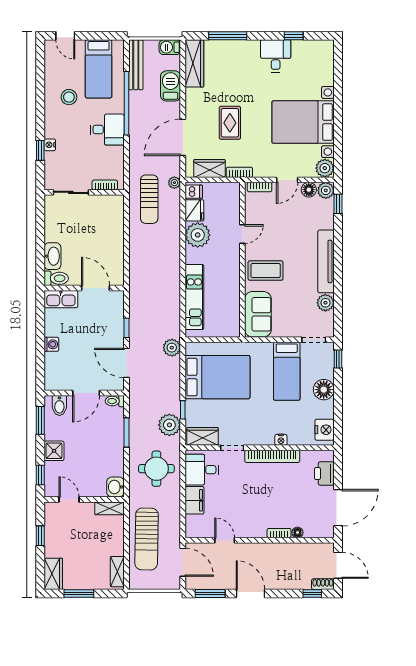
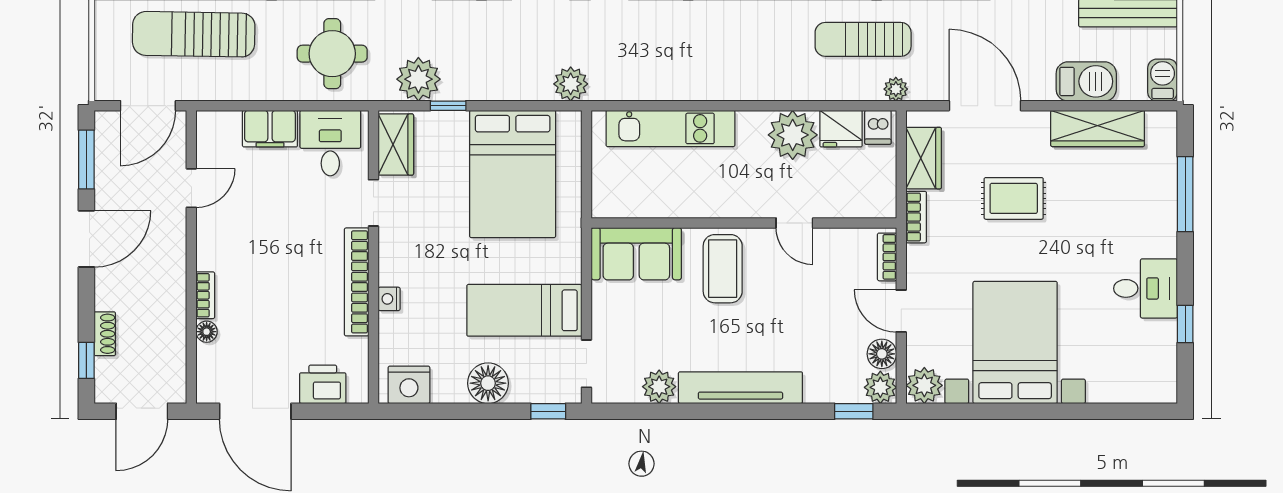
wardrobe: (194, 63) -> (1098, 128), moved
shoe rack: (323, 584) -> (105, 334), moved

